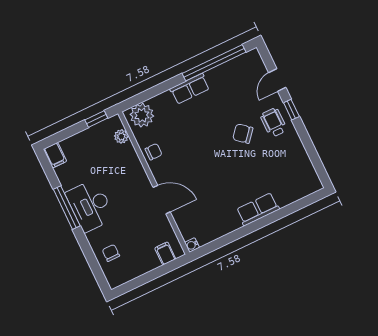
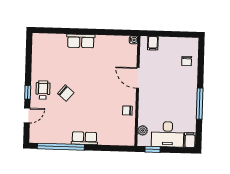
plant: (142, 115) -> (123, 137), removed
wheelchair: (274, 123) -> (43, 90), turned 180
desk: (90, 206) -> (168, 134), moved, turned 90

